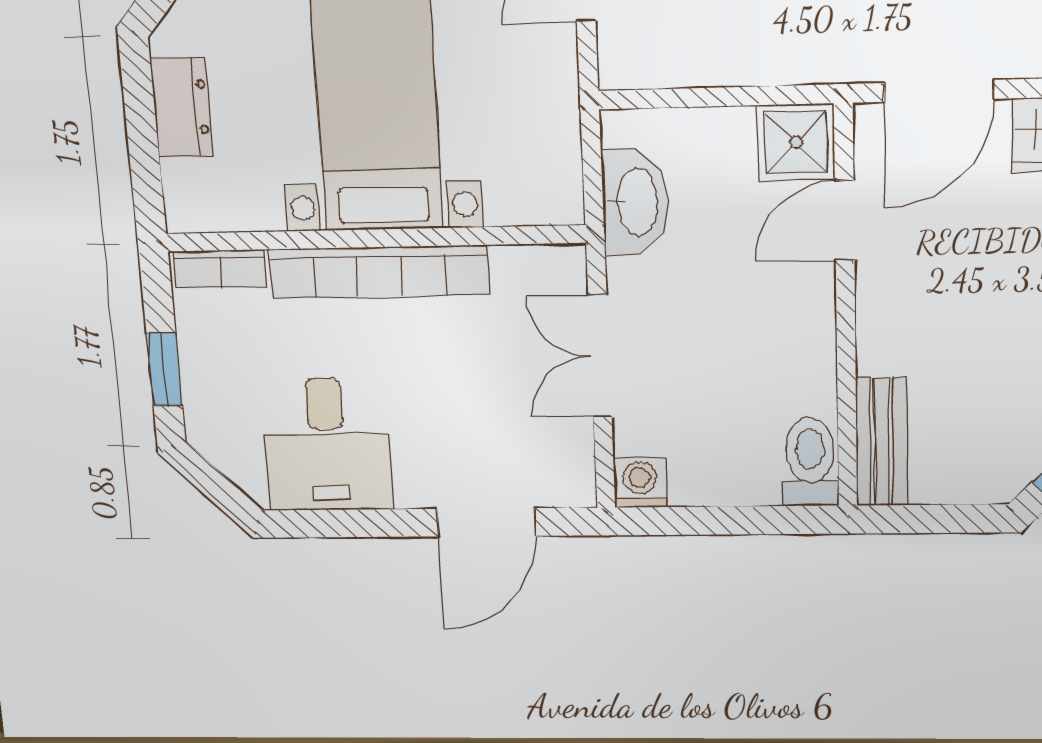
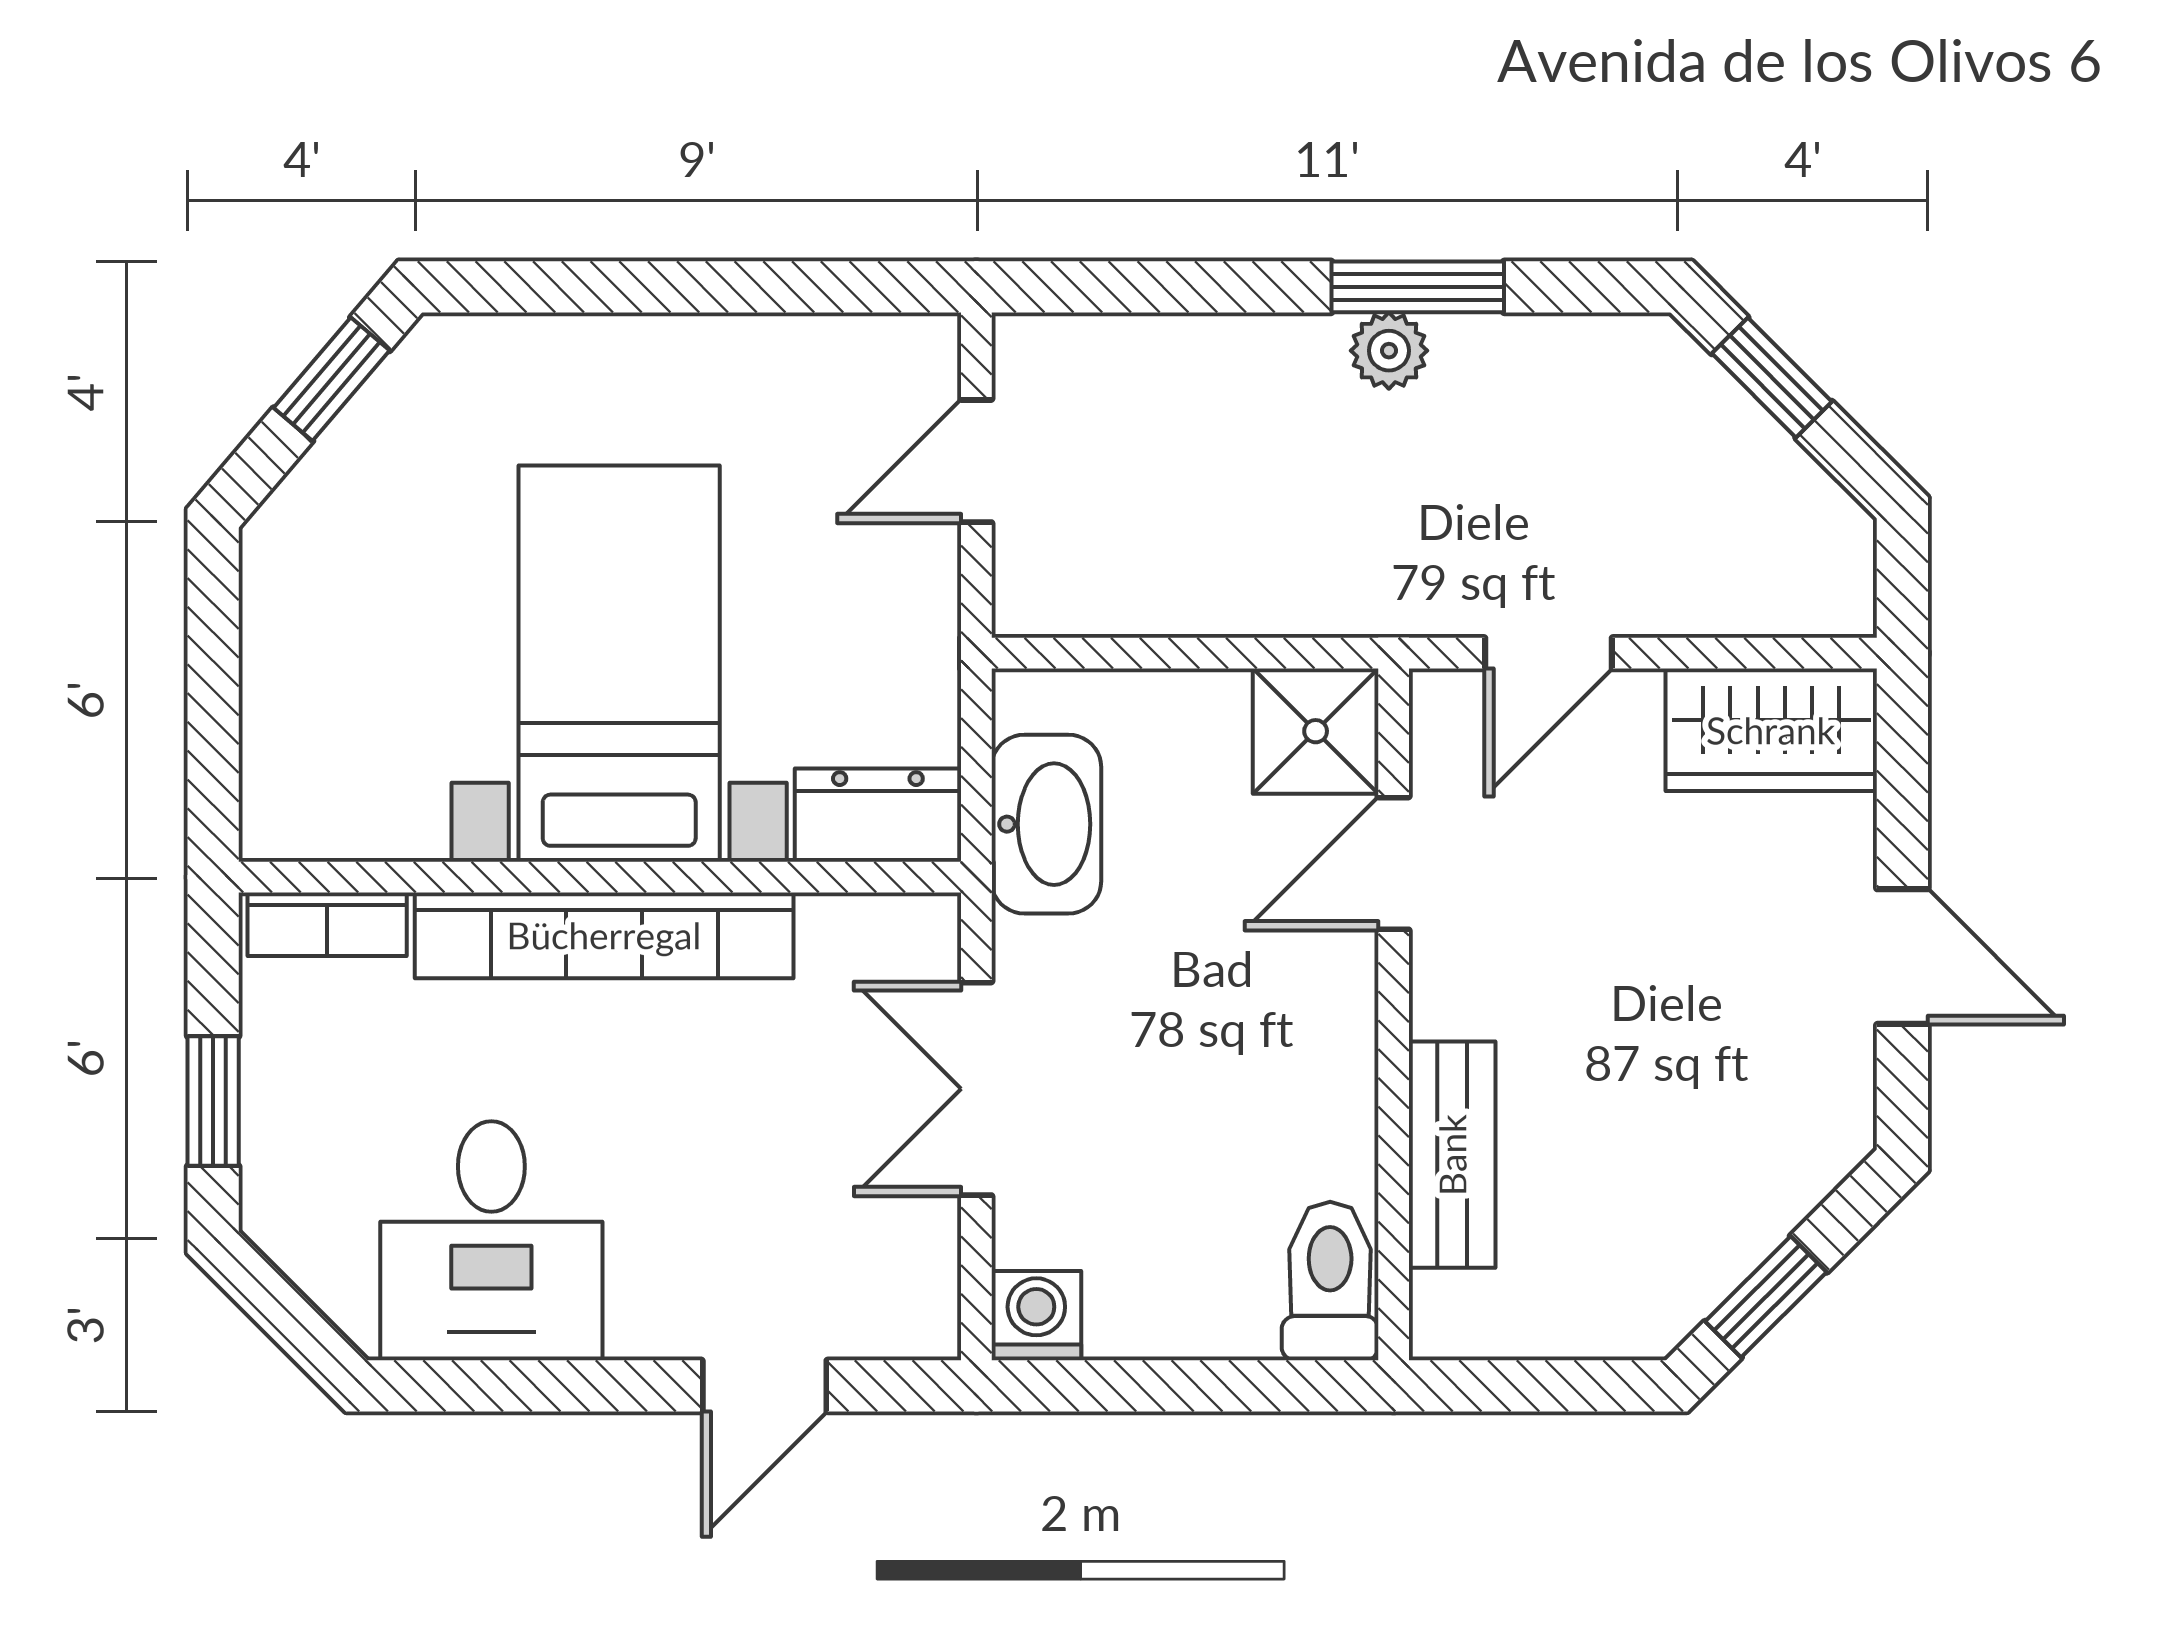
door: (939, 91) -> (1549, 653), width x0.73
dresser: (181, 107) -> (878, 815), moved, turned -90
bench: (882, 442) -> (1452, 1155), moved
door: (486, 522) -> (765, 1386), width x0.73

